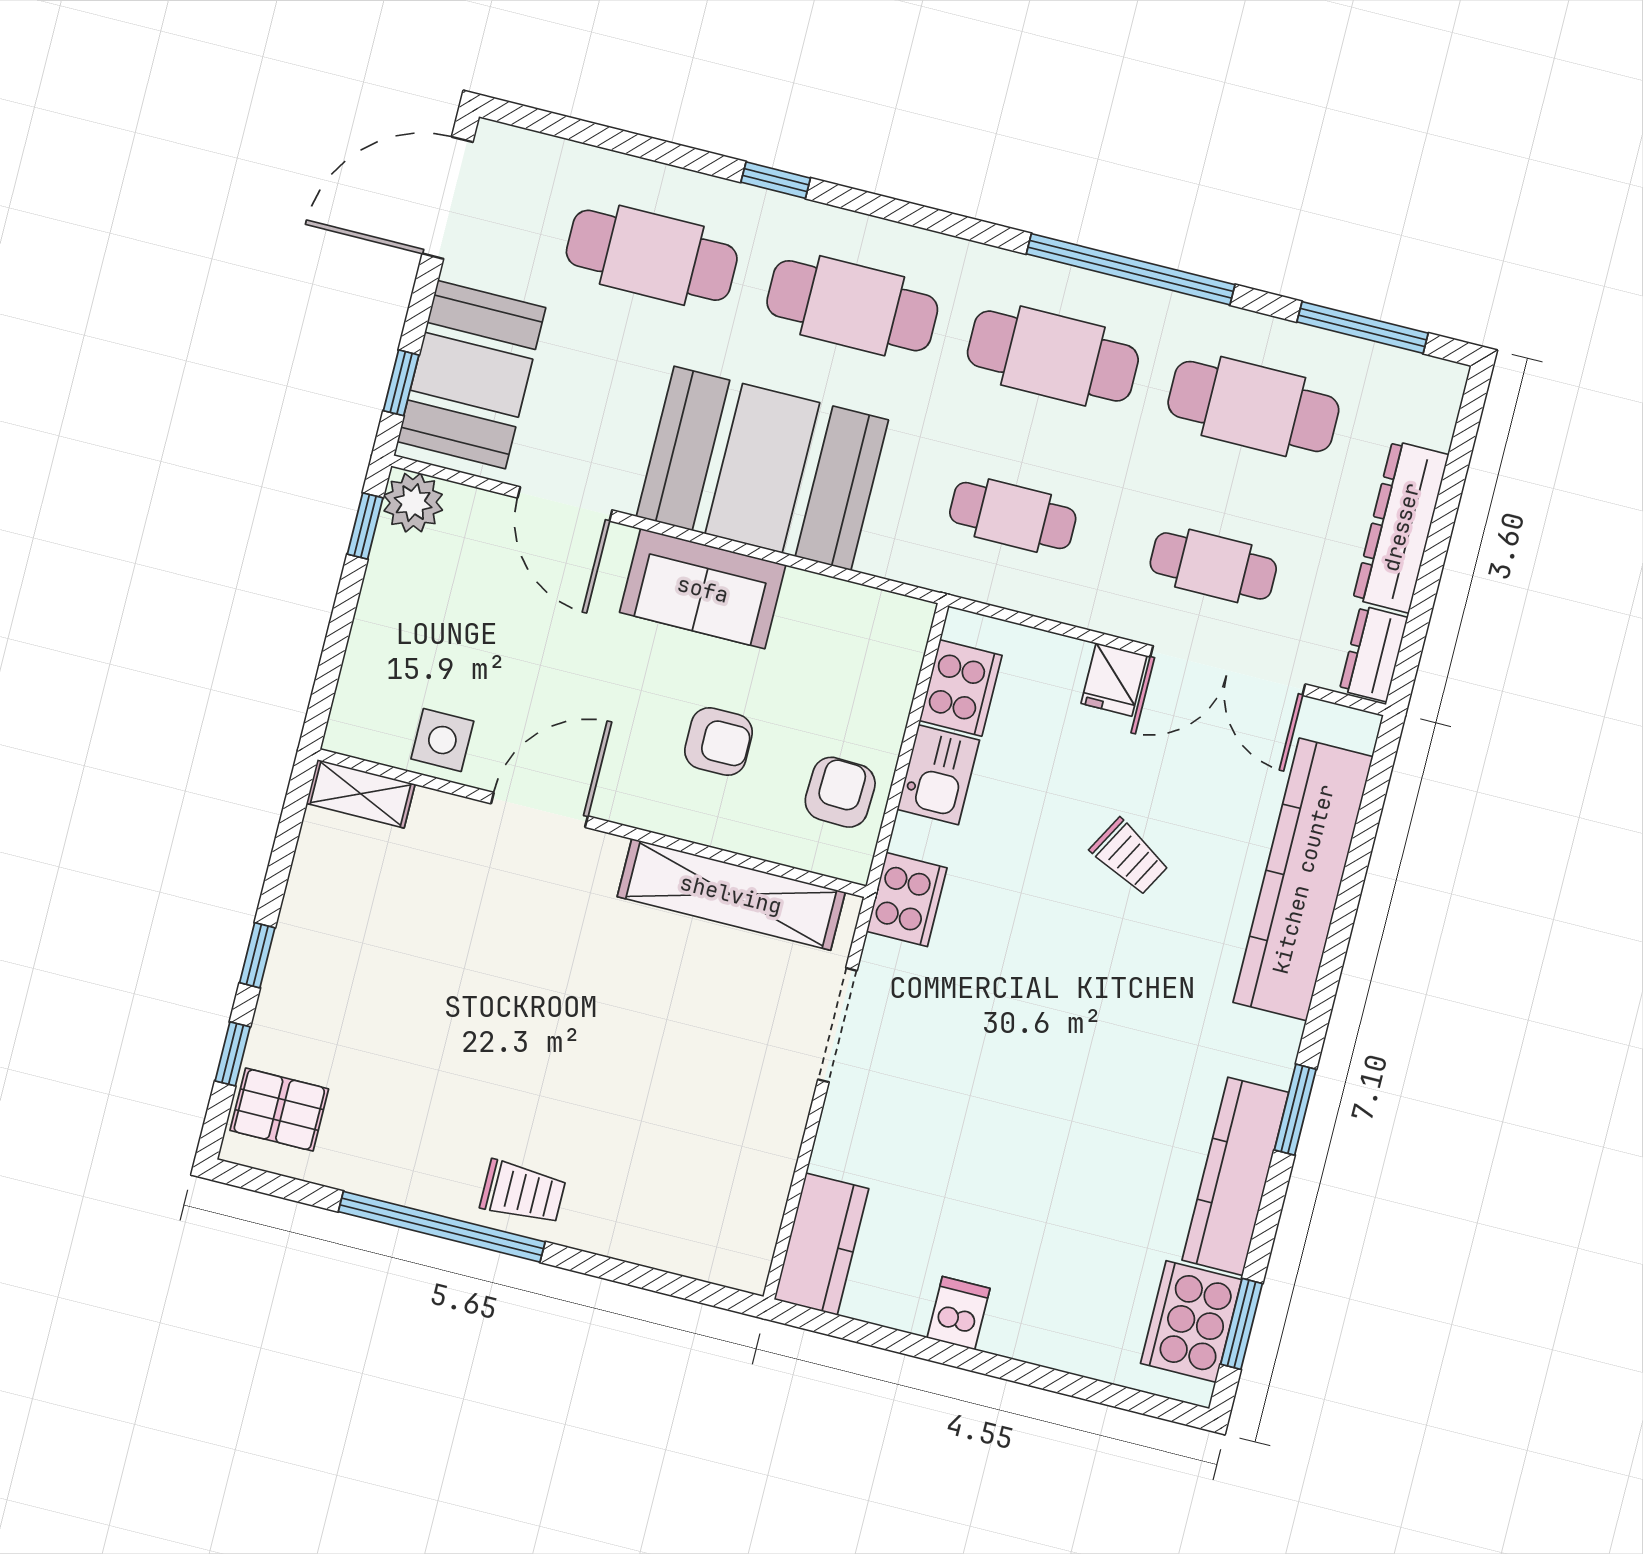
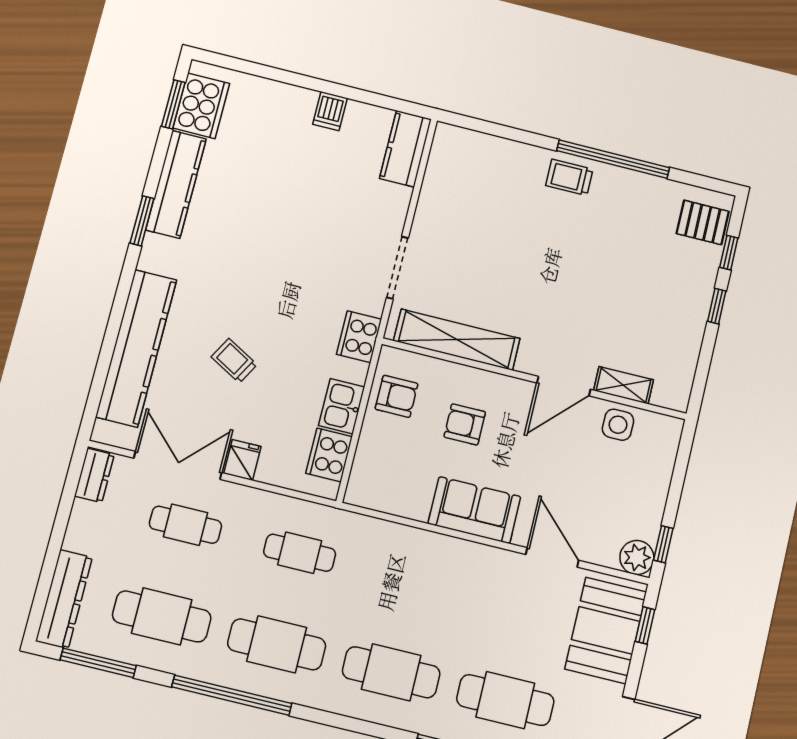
booth: (762, 468) -> (441, 579), removed
dresser: (1401, 527) -> (64, 599), moved
armchair: (840, 792) -> (397, 396), turned -92
shelving: (361, 794) -> (624, 385), moved

